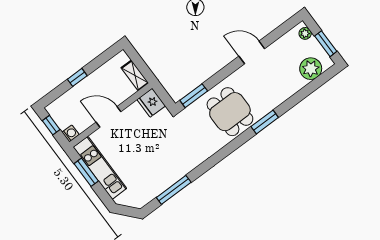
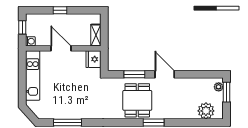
window: (326, 44) -> (226, 92), moved
door: (252, 52) -> (165, 74), moved
window: (194, 96) -> (134, 74), moved
window: (86, 172) -> (22, 72), removed

